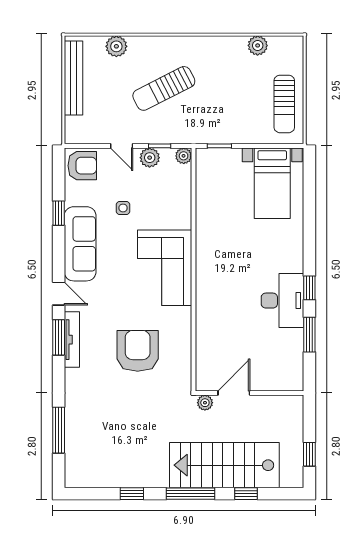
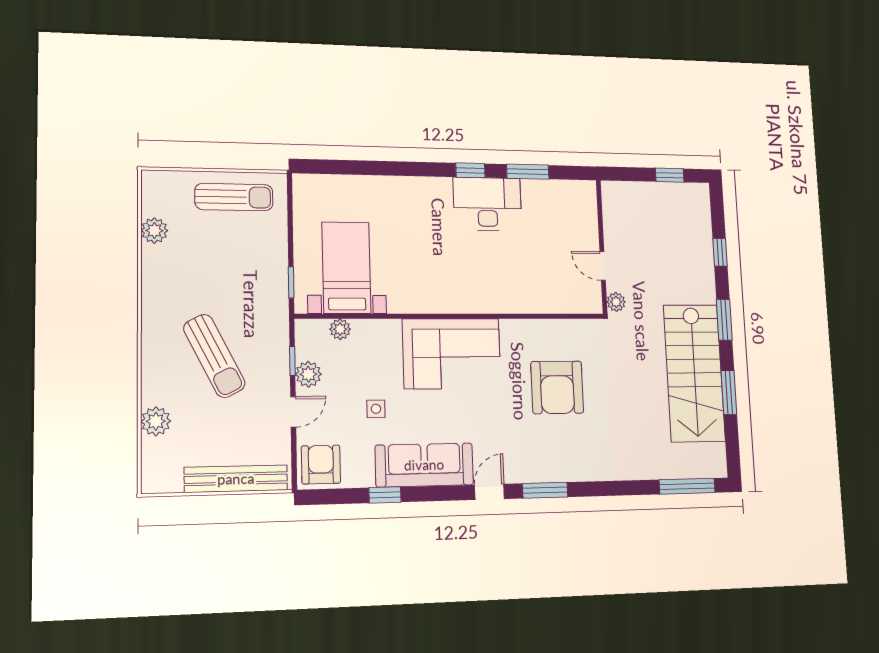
bench: (73, 78) -> (236, 479), moved
plant: (184, 156) -> (340, 329), moved
bed with nightstands: (272, 183) -> (346, 268), moved, turned -90
tv unit: (72, 340) -> (547, 473), removed
armchair: (138, 351) -> (557, 387), turned -90
door: (234, 393) -> (603, 266), width x0.73
window: (59, 430) -> (687, 486), moved
stairs: (224, 465) -> (694, 373), moved
window: (132, 494) -> (729, 392), width x1.50
window: (191, 494) -> (724, 320), width x0.69

